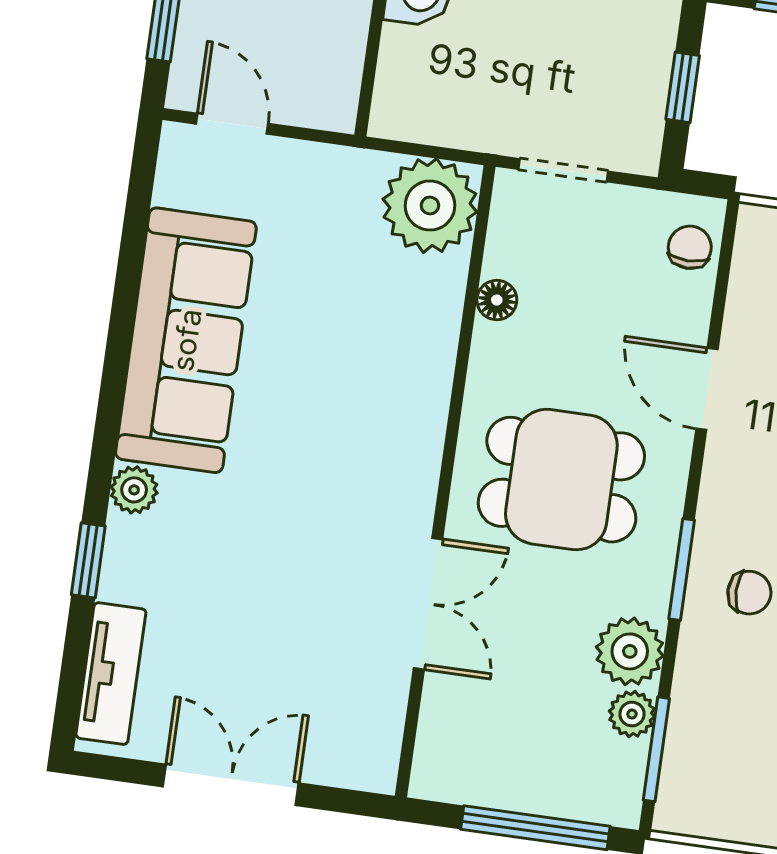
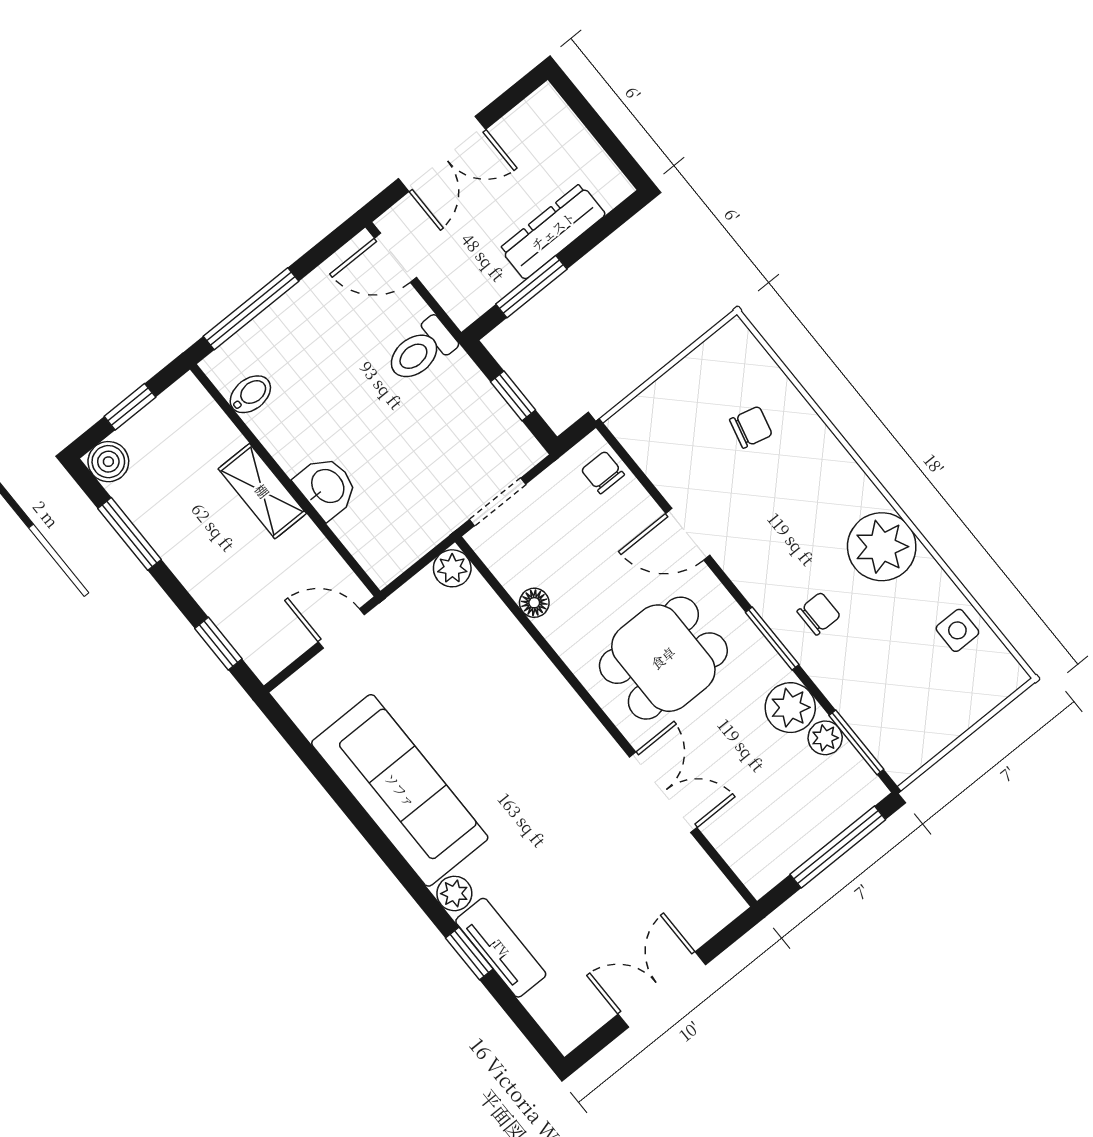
door: (232, 124) -> (341, 628), moved
plant: (430, 206) -> (452, 568), width x0.53, depth x0.53
tv unit: (111, 674) -> (501, 948), moved

